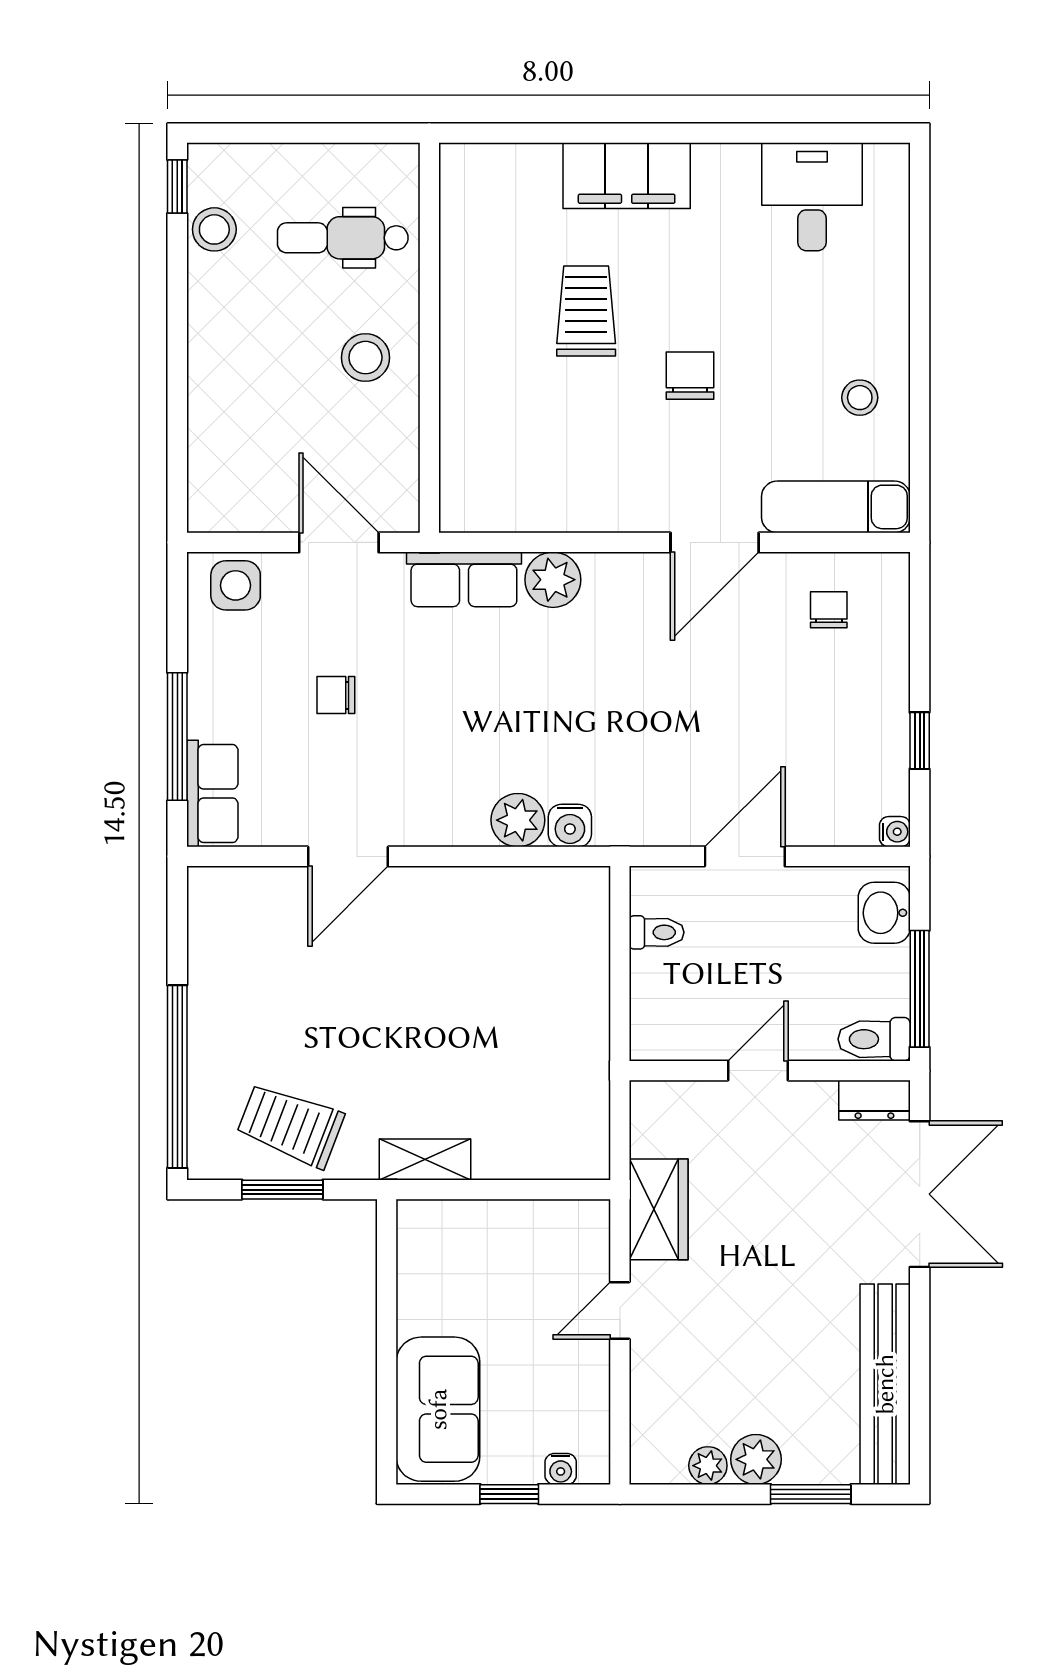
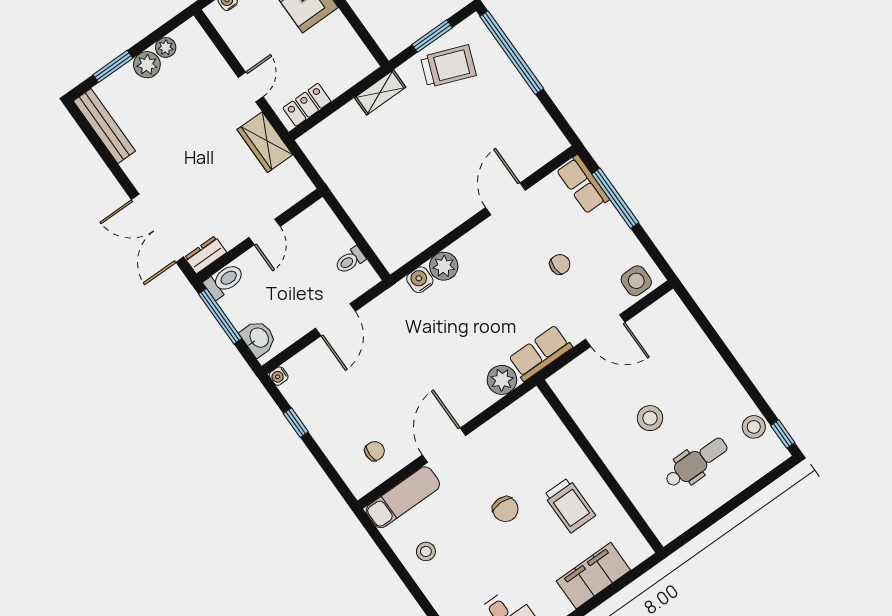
wall: (429, 338) -> (600, 466), moved
chair: (829, 610) -> (375, 451), turned -90
locker: (552, 1221) -> (307, 105), added
bench: (885, 1384) -> (104, 126), width x0.73, depth x0.82

